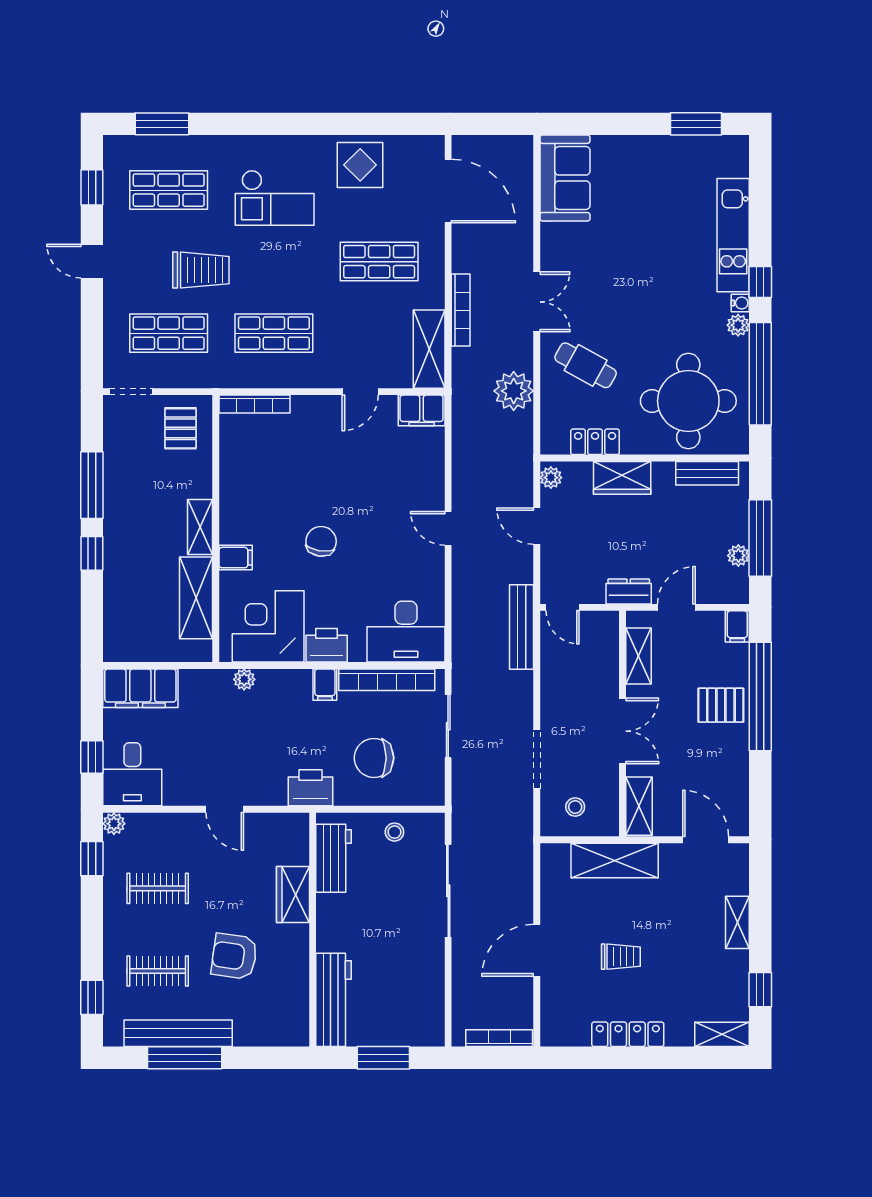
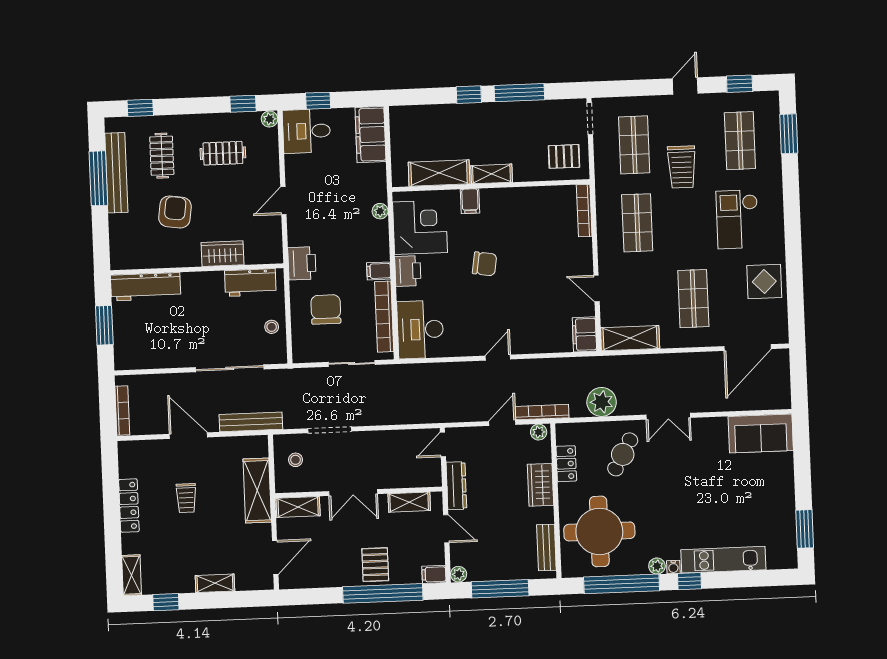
bookcase: (461, 310) -> (542, 412), moved, turned 180
plant: (738, 556) -> (459, 574), moved
dresser: (629, 591) -> (456, 486), width x1.44
bench: (521, 627) -> (251, 422), moved
clothes rail: (158, 888) -> (223, 153), turned 90

